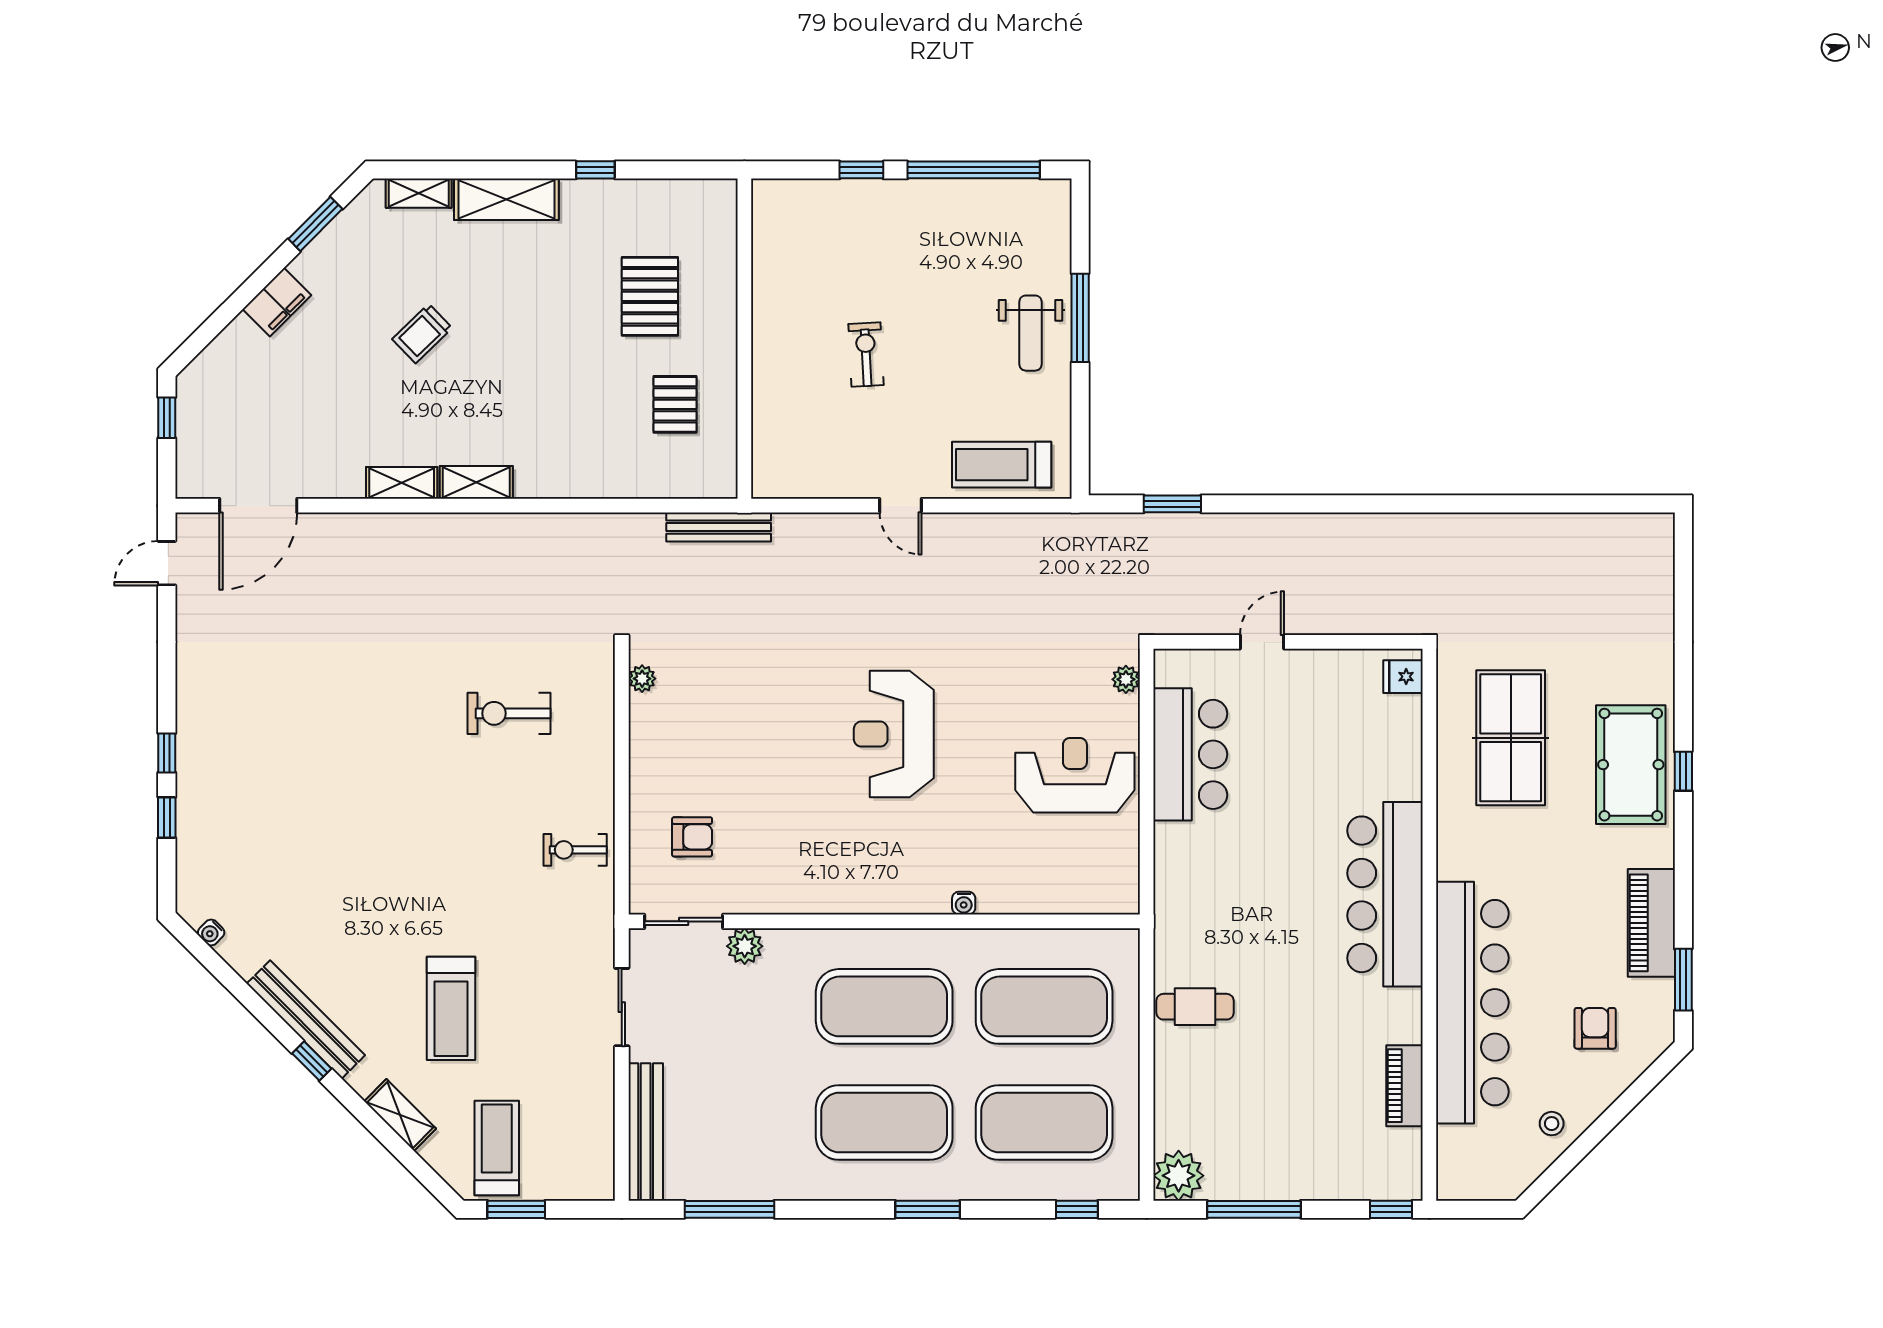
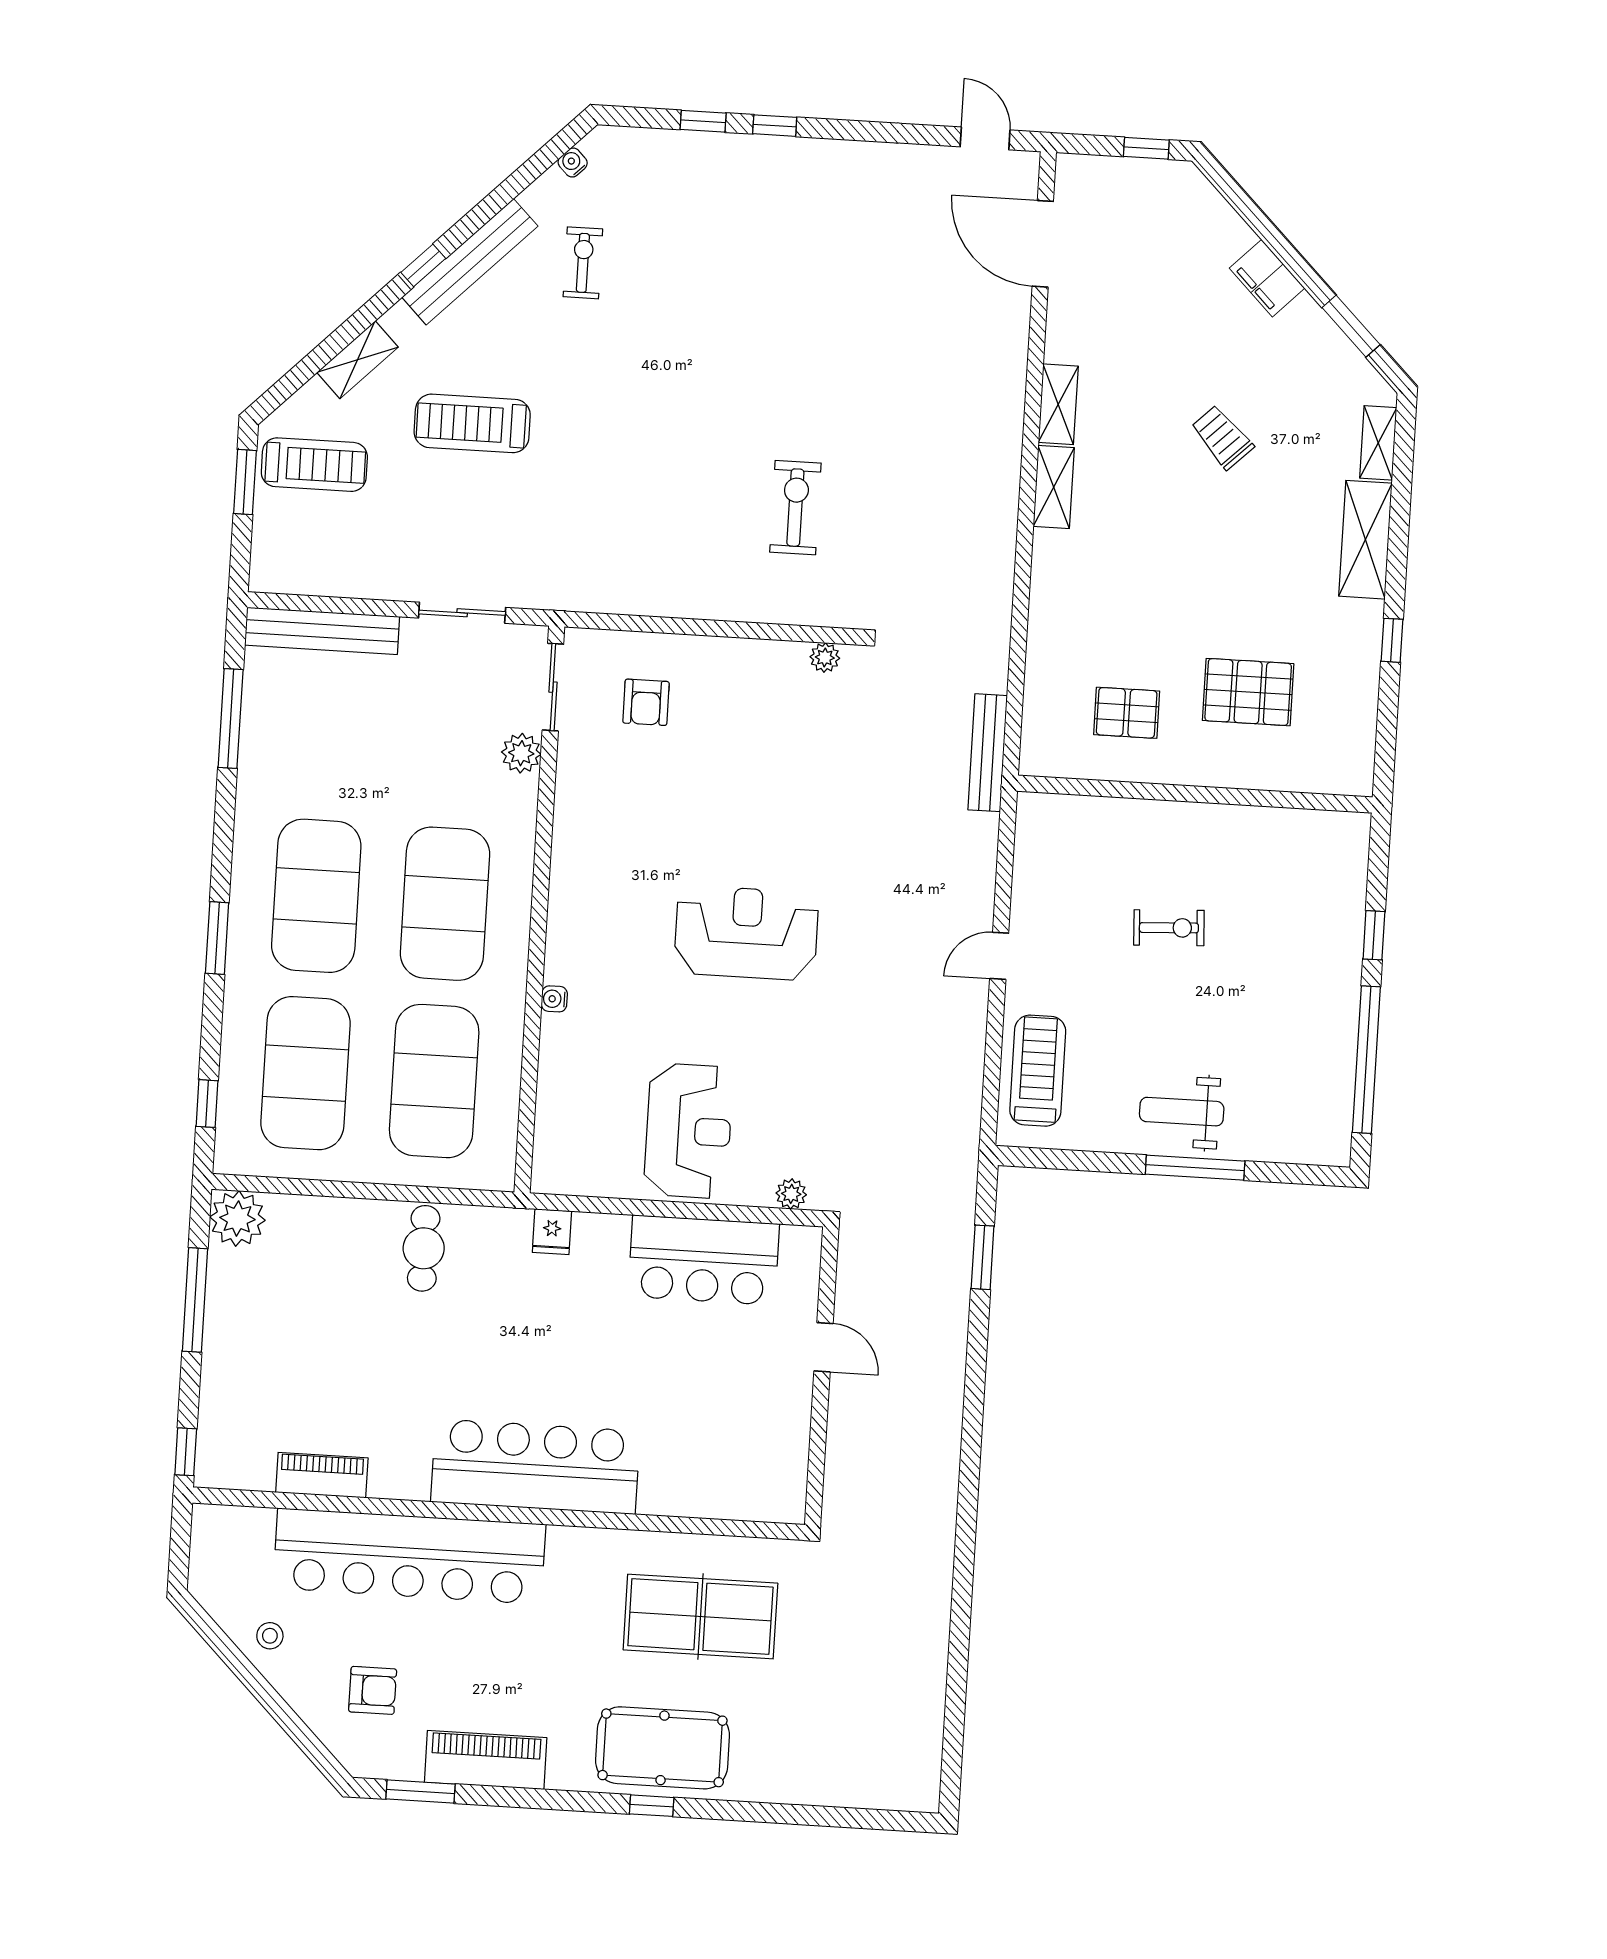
fridge: (1403, 677) -> (552, 1232), moved, turned 180
exercise bike: (575, 850) -> (583, 263), moved

